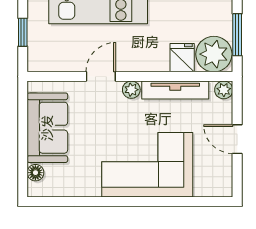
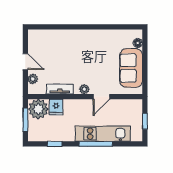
tv unit: (175, 90) -> (60, 89), width x0.71
plant: (224, 90) -> (33, 79), moved
corner sofa: (147, 165) -> (75, 47), removed

